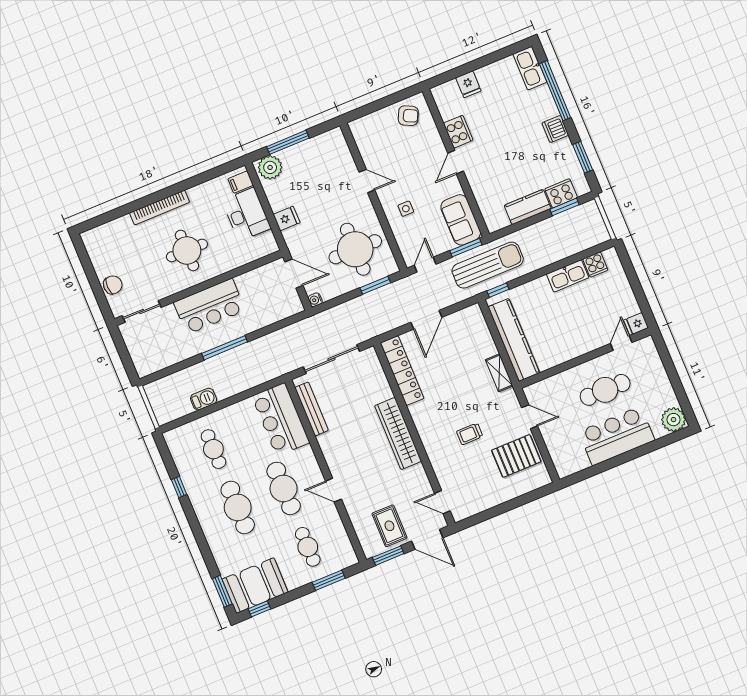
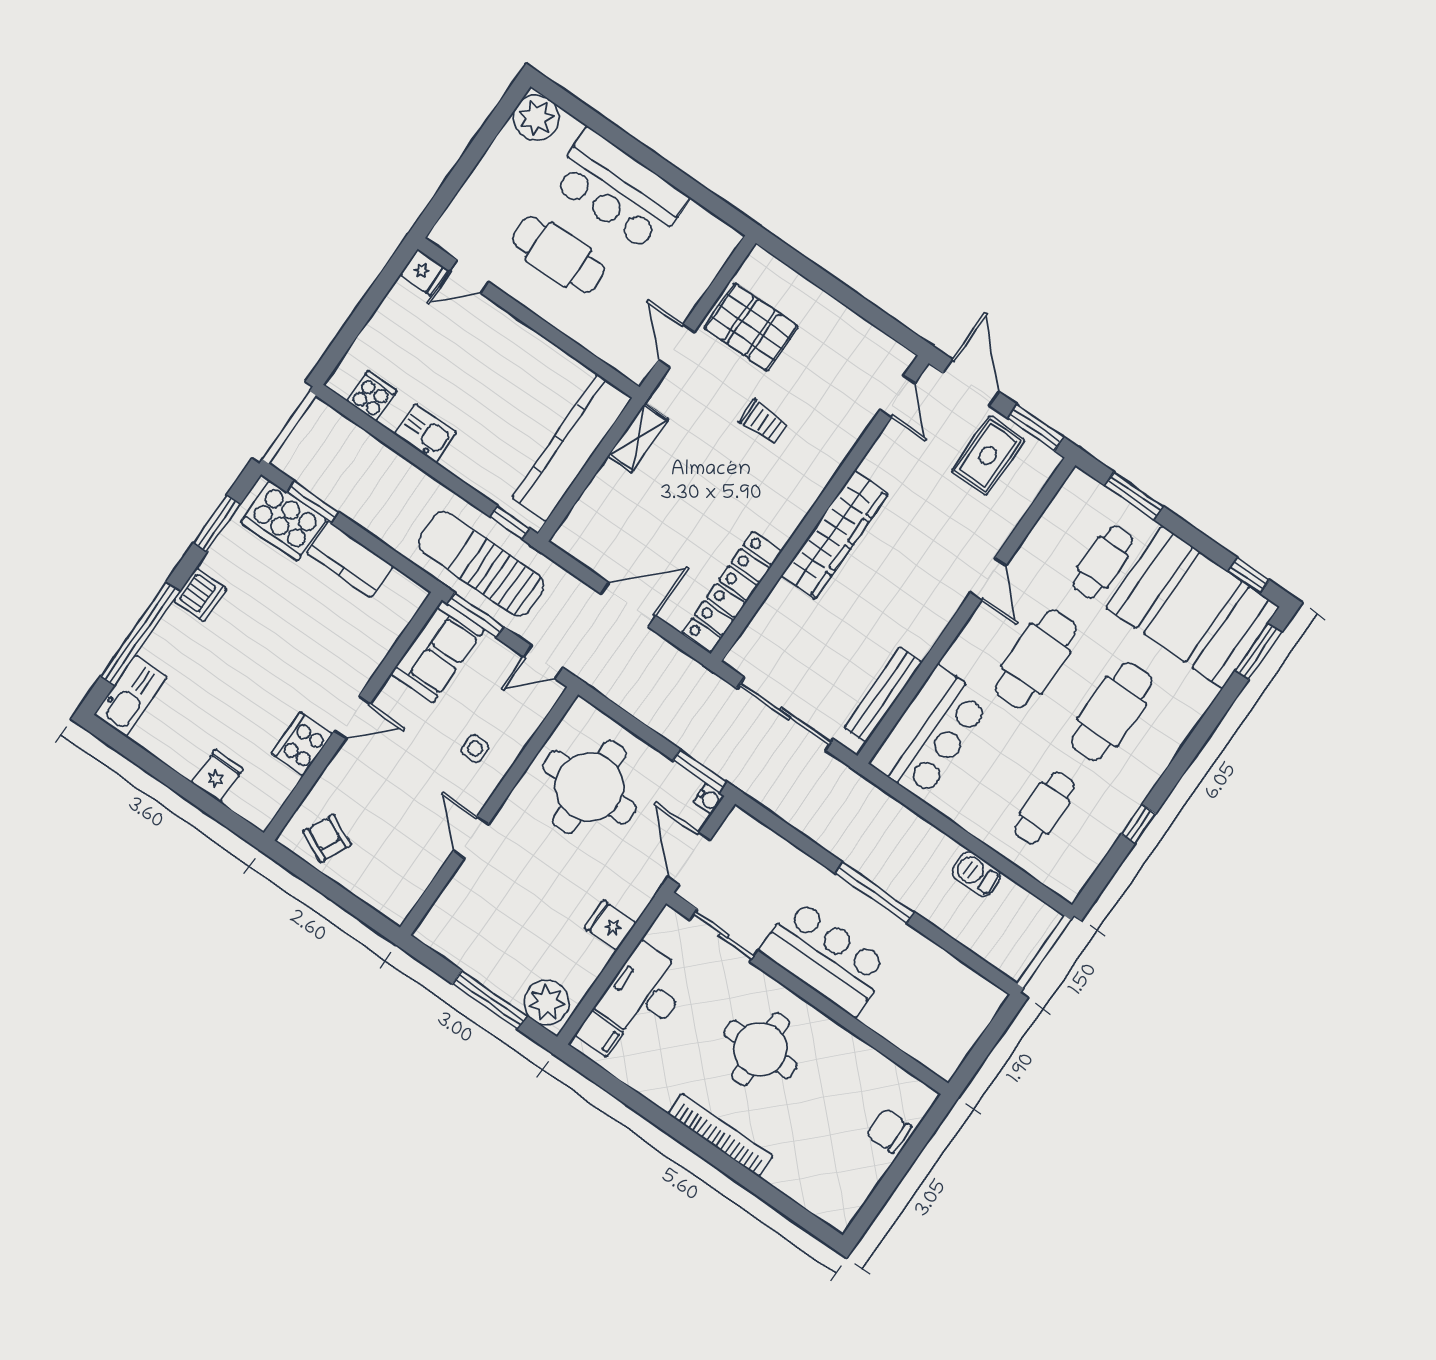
cooker: (561, 193) -> (284, 521), width x1.37, depth x1.31
kitchen sink: (568, 276) -> (426, 433), width x0.73
window: (375, 285) -> (700, 771), moved
sliding door: (142, 311) -> (724, 935), moved
booth: (255, 586) -> (1193, 607), width x1.36, depth x1.42

